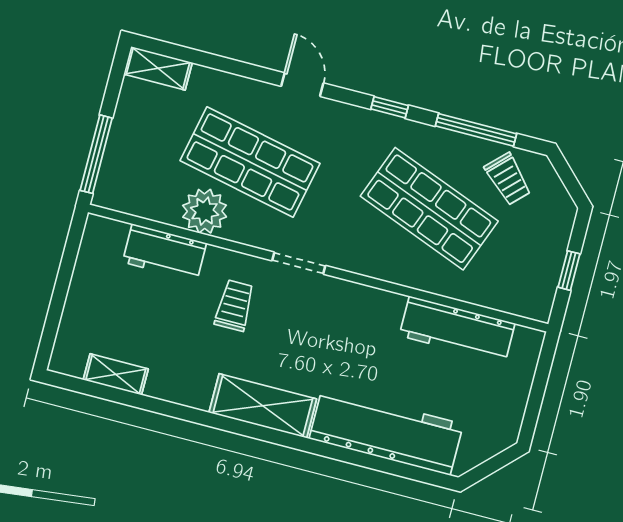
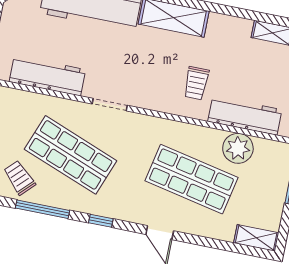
plant: (205, 211) -> (238, 148), moved
workbench: (164, 253) -> (245, 116), width x1.37
doorway: (299, 263) -> (110, 105), moved

